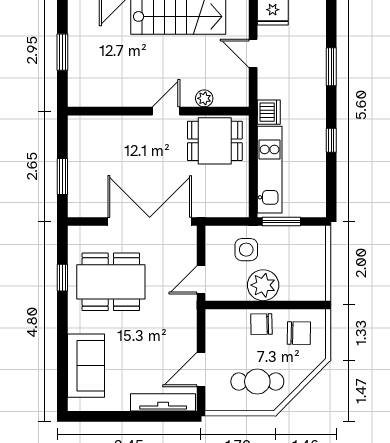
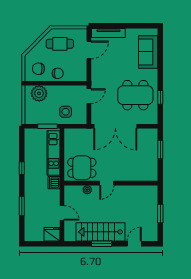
plant: (263, 285) -> (39, 93), moved

